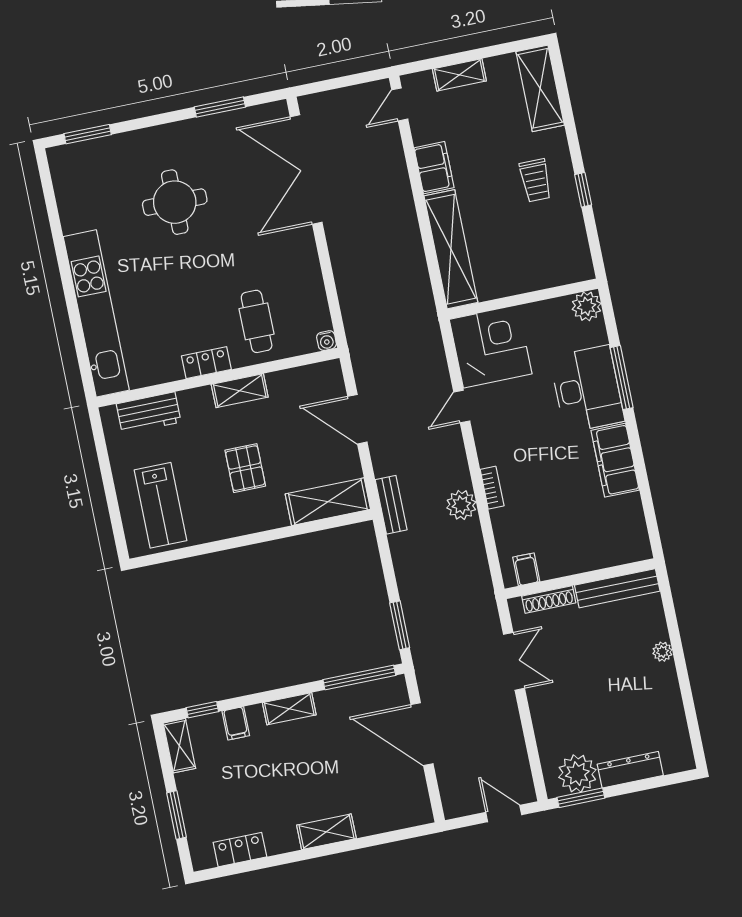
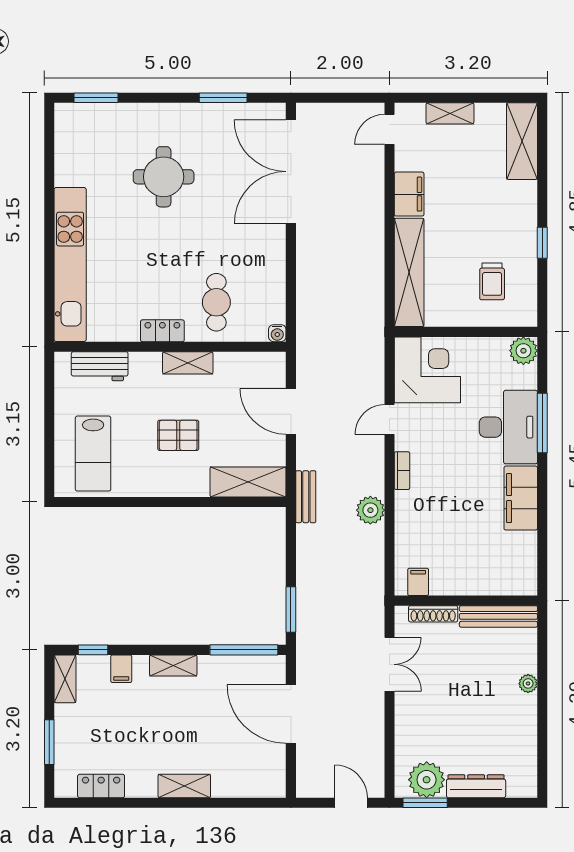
trolley: (535, 180) -> (492, 281), moved
pallet: (245, 468) -> (178, 435), turned 90
bookcase: (492, 488) -> (402, 471), moved

